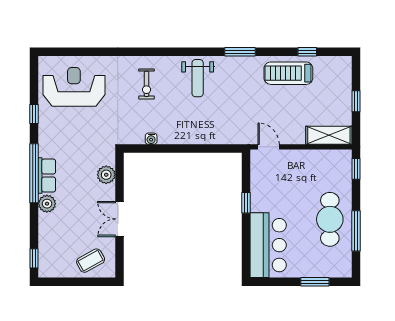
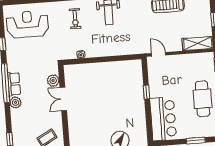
double door: (119, 219) -> (63, 99), moved

